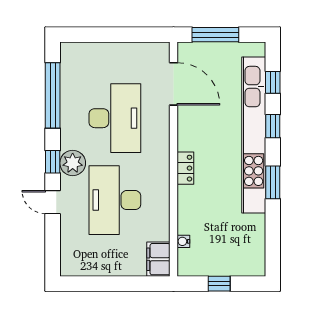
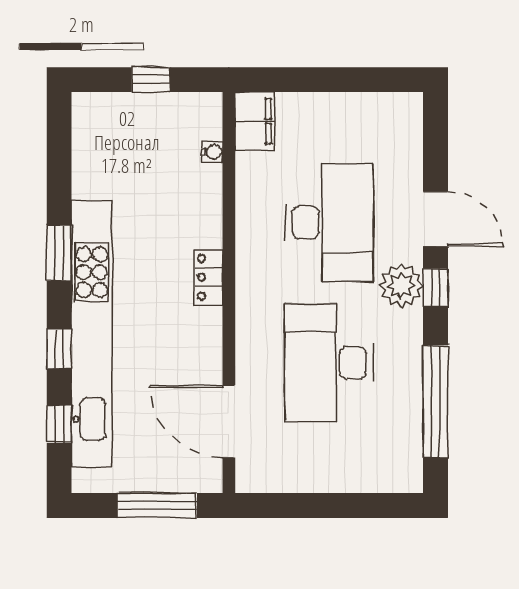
door: (53, 202) -> (436, 219), width x1.38

